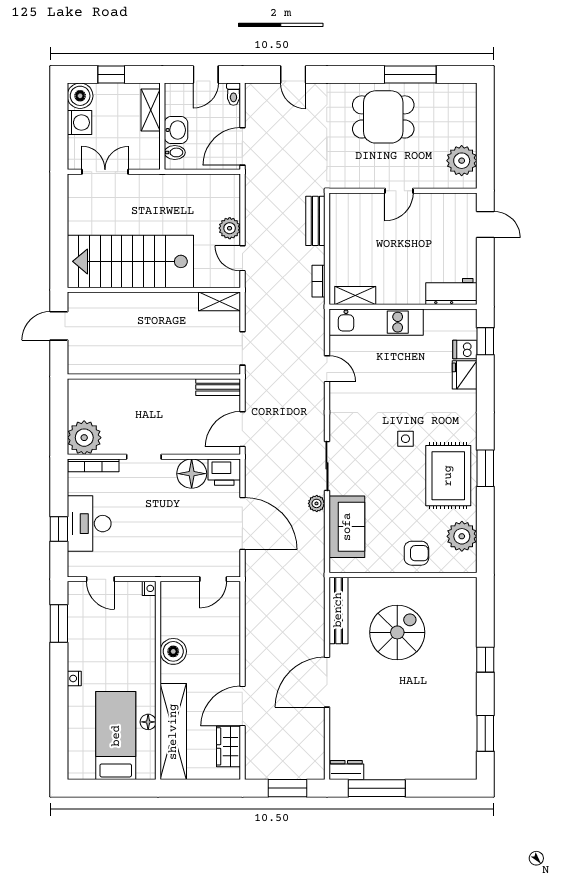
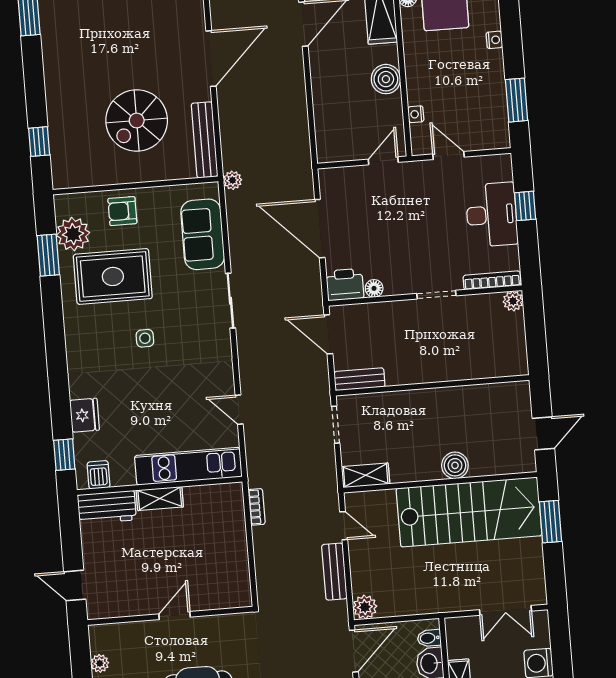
plant: (462, 161) -> (100, 663), width x0.53, depth x0.53
bench: (315, 221) -> (334, 572), moved
plant: (230, 228) -> (365, 607), moved
window: (59, 247) -> (550, 522), added
shelving: (355, 295) -> (160, 499), moved
boiler: (140, 304) -> (455, 465), added
dishwasher: (465, 350) -> (99, 475), moved, turned -90
door: (242, 429) -> (328, 334), swing flipped
plant: (84, 438) -> (513, 301), width x0.53, depth x0.53
window: (485, 468) -> (48, 255), moved
floor lamp: (192, 474) -> (374, 288), width x0.53, depth x0.53
rug: (448, 476) -> (113, 276), moved, turned 90
plant: (317, 503) -> (232, 180), moved
door: (100, 579) -> (449, 156), moved
door: (213, 579) -> (383, 161), moved
nightstand: (149, 588) -> (416, 114), moved
window: (485, 660) -> (39, 142), moved

